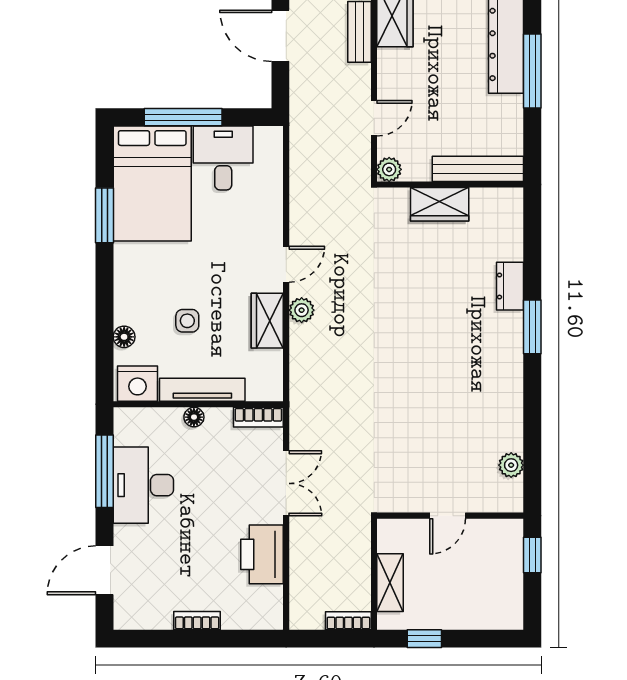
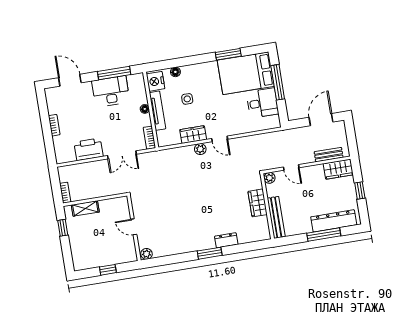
door: (448, 516) -> (134, 227), moved
wall: (450, 516) -> (134, 228), moved

